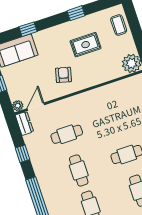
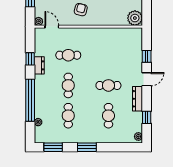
door: (36, 107) -> (52, 27), hinge flipped
dresser: (24, 123) -> (39, 65), moved

